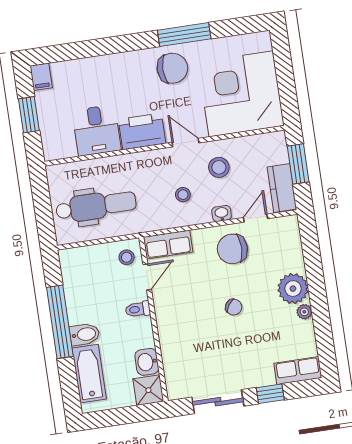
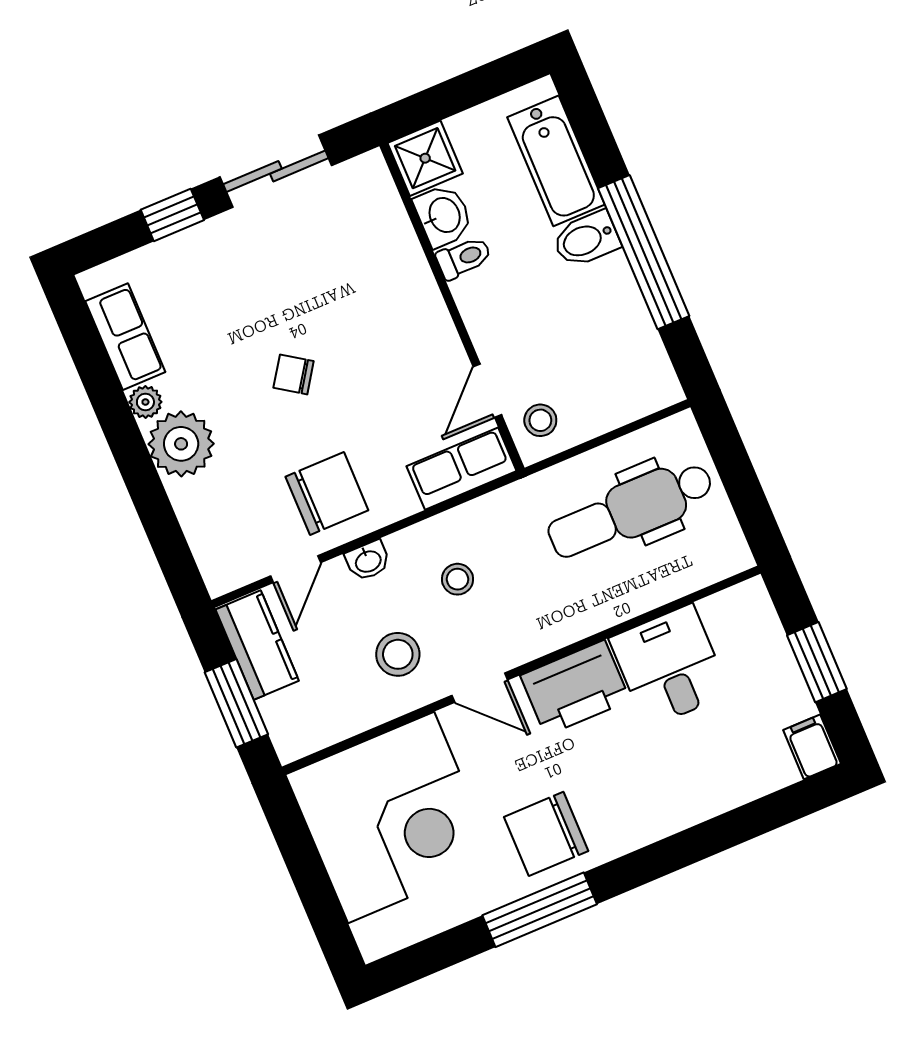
toilet: (138, 309) -> (464, 258), moved
row of seats: (298, 371) -> (125, 337), moved, turned -90

